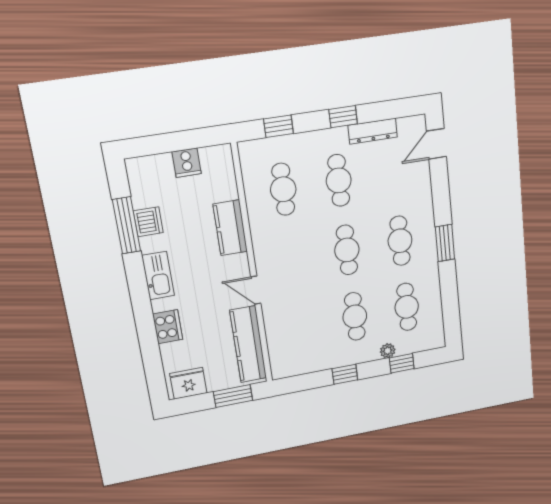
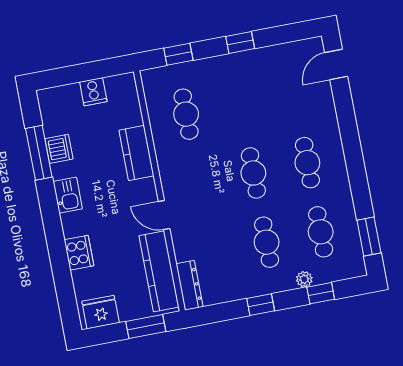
dresser: (373, 131) -> (190, 285), moved, turned -90
cafe table: (339, 180) -> (240, 104), removed
window: (445, 243) -> (369, 236), moved
kitchen sink: (158, 276) -> (68, 195), width x0.73

